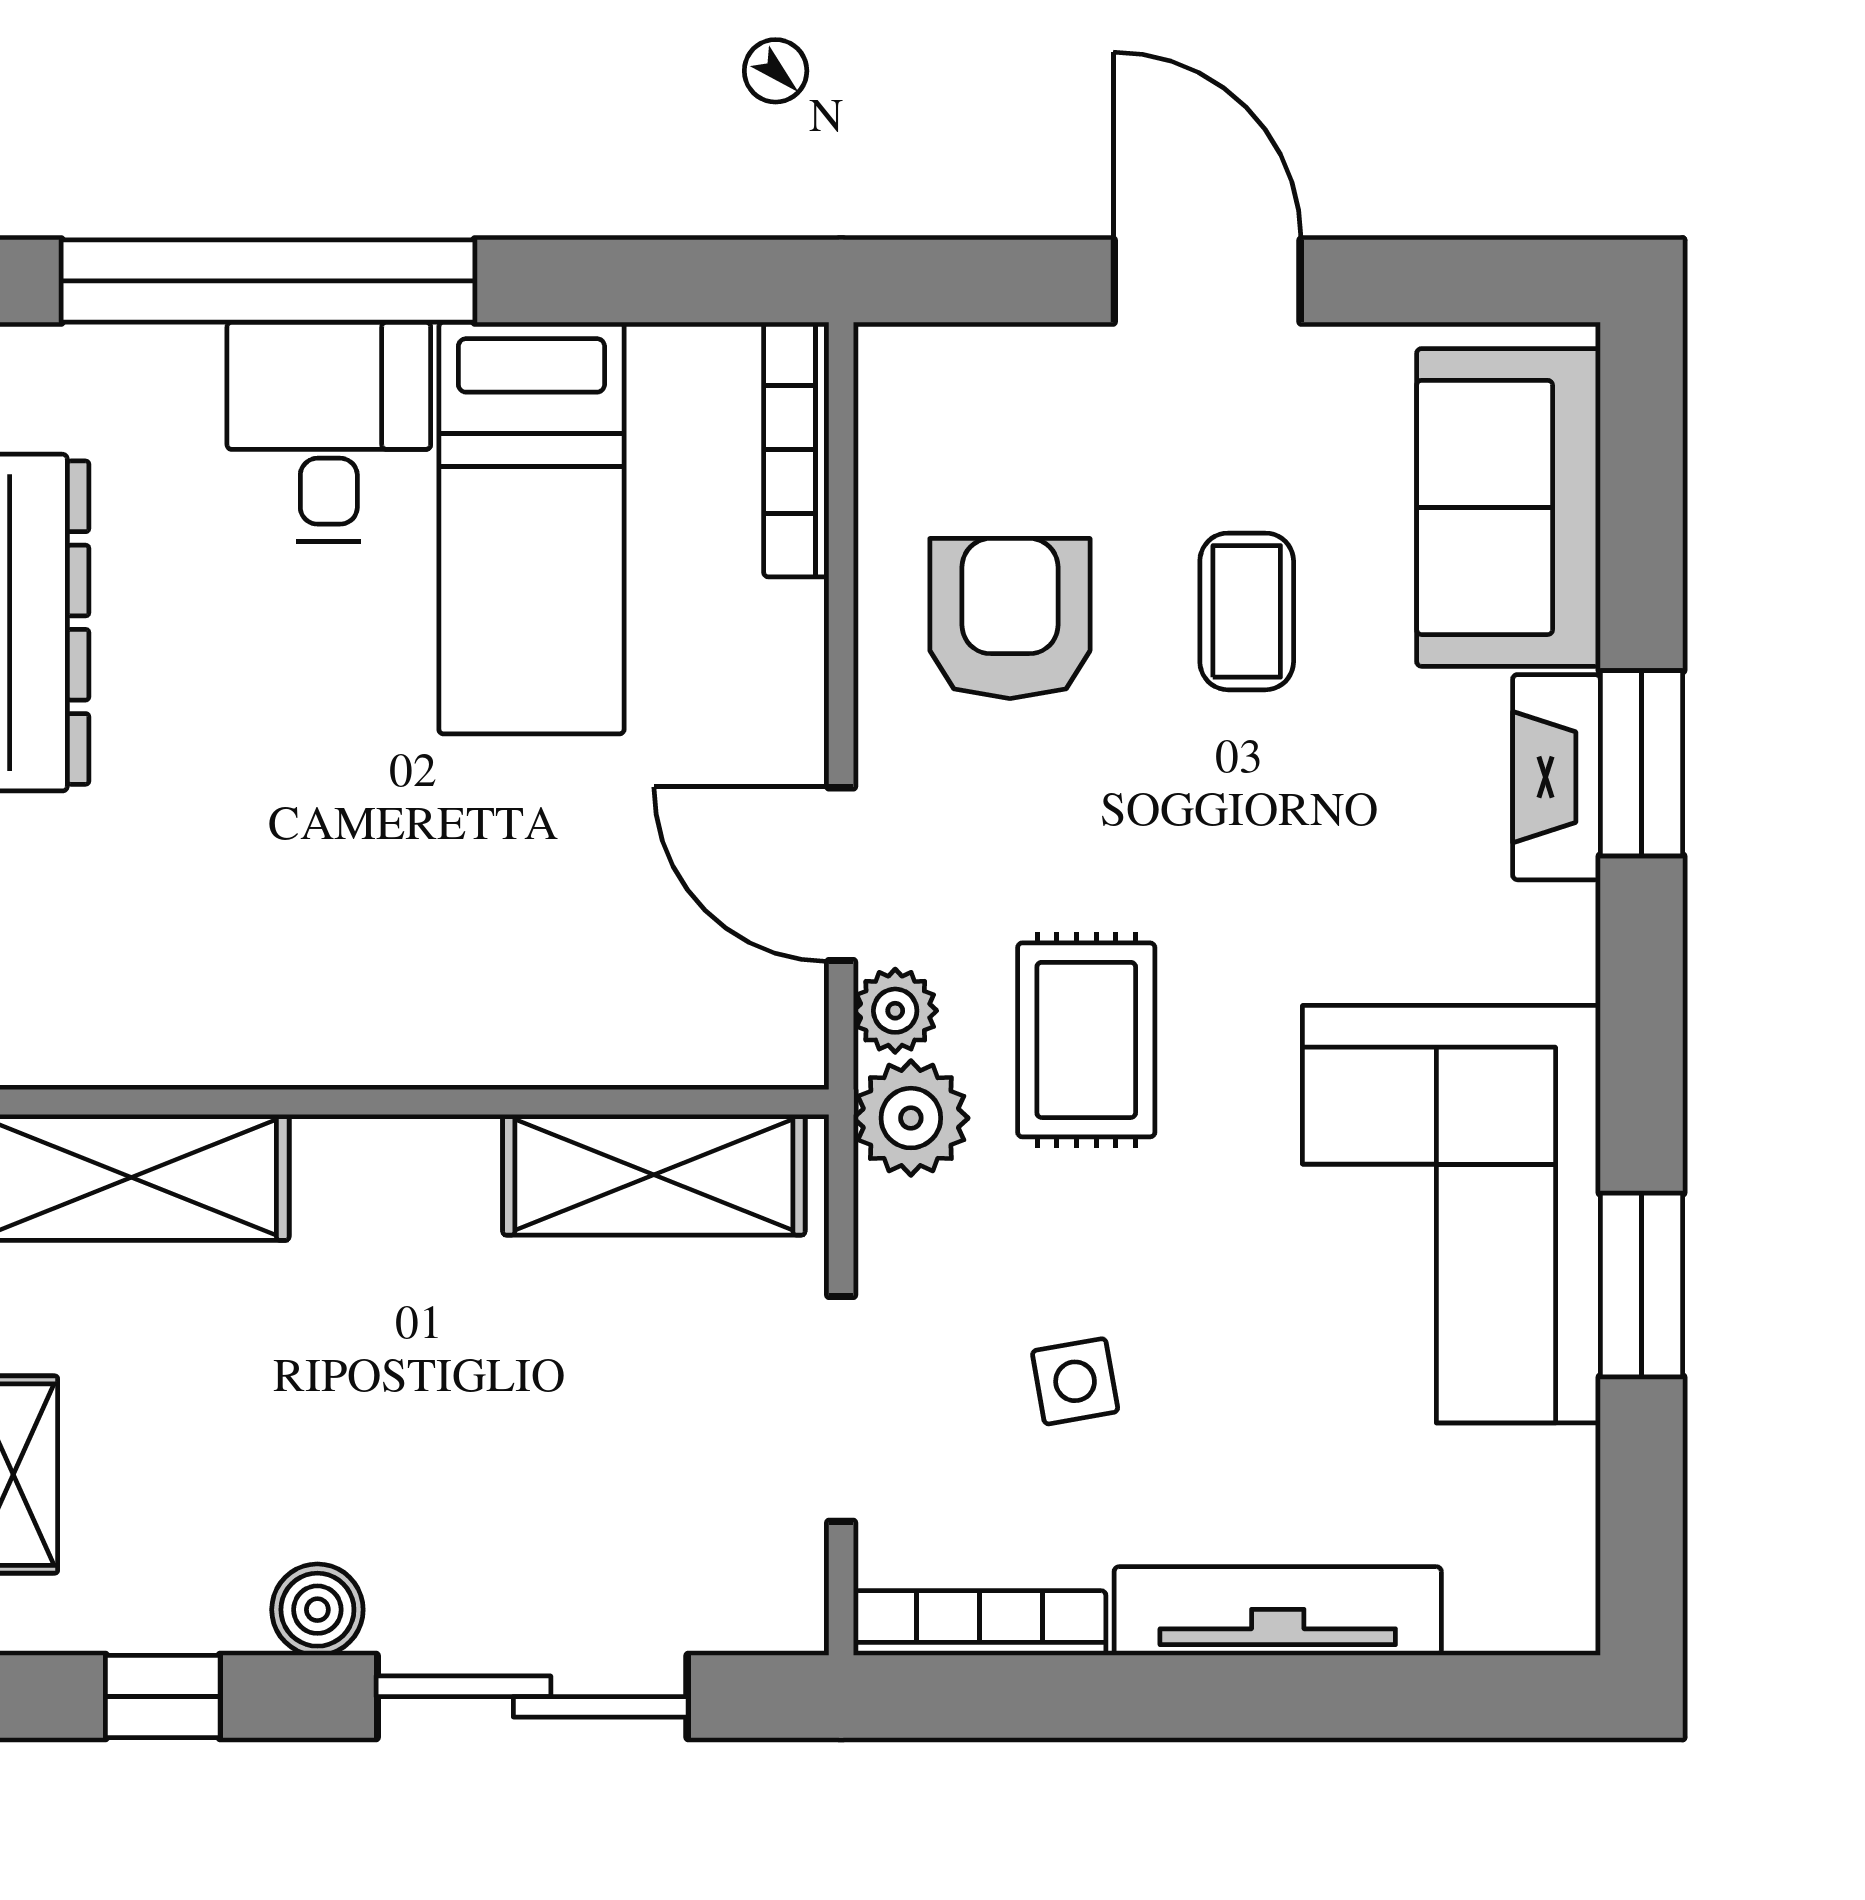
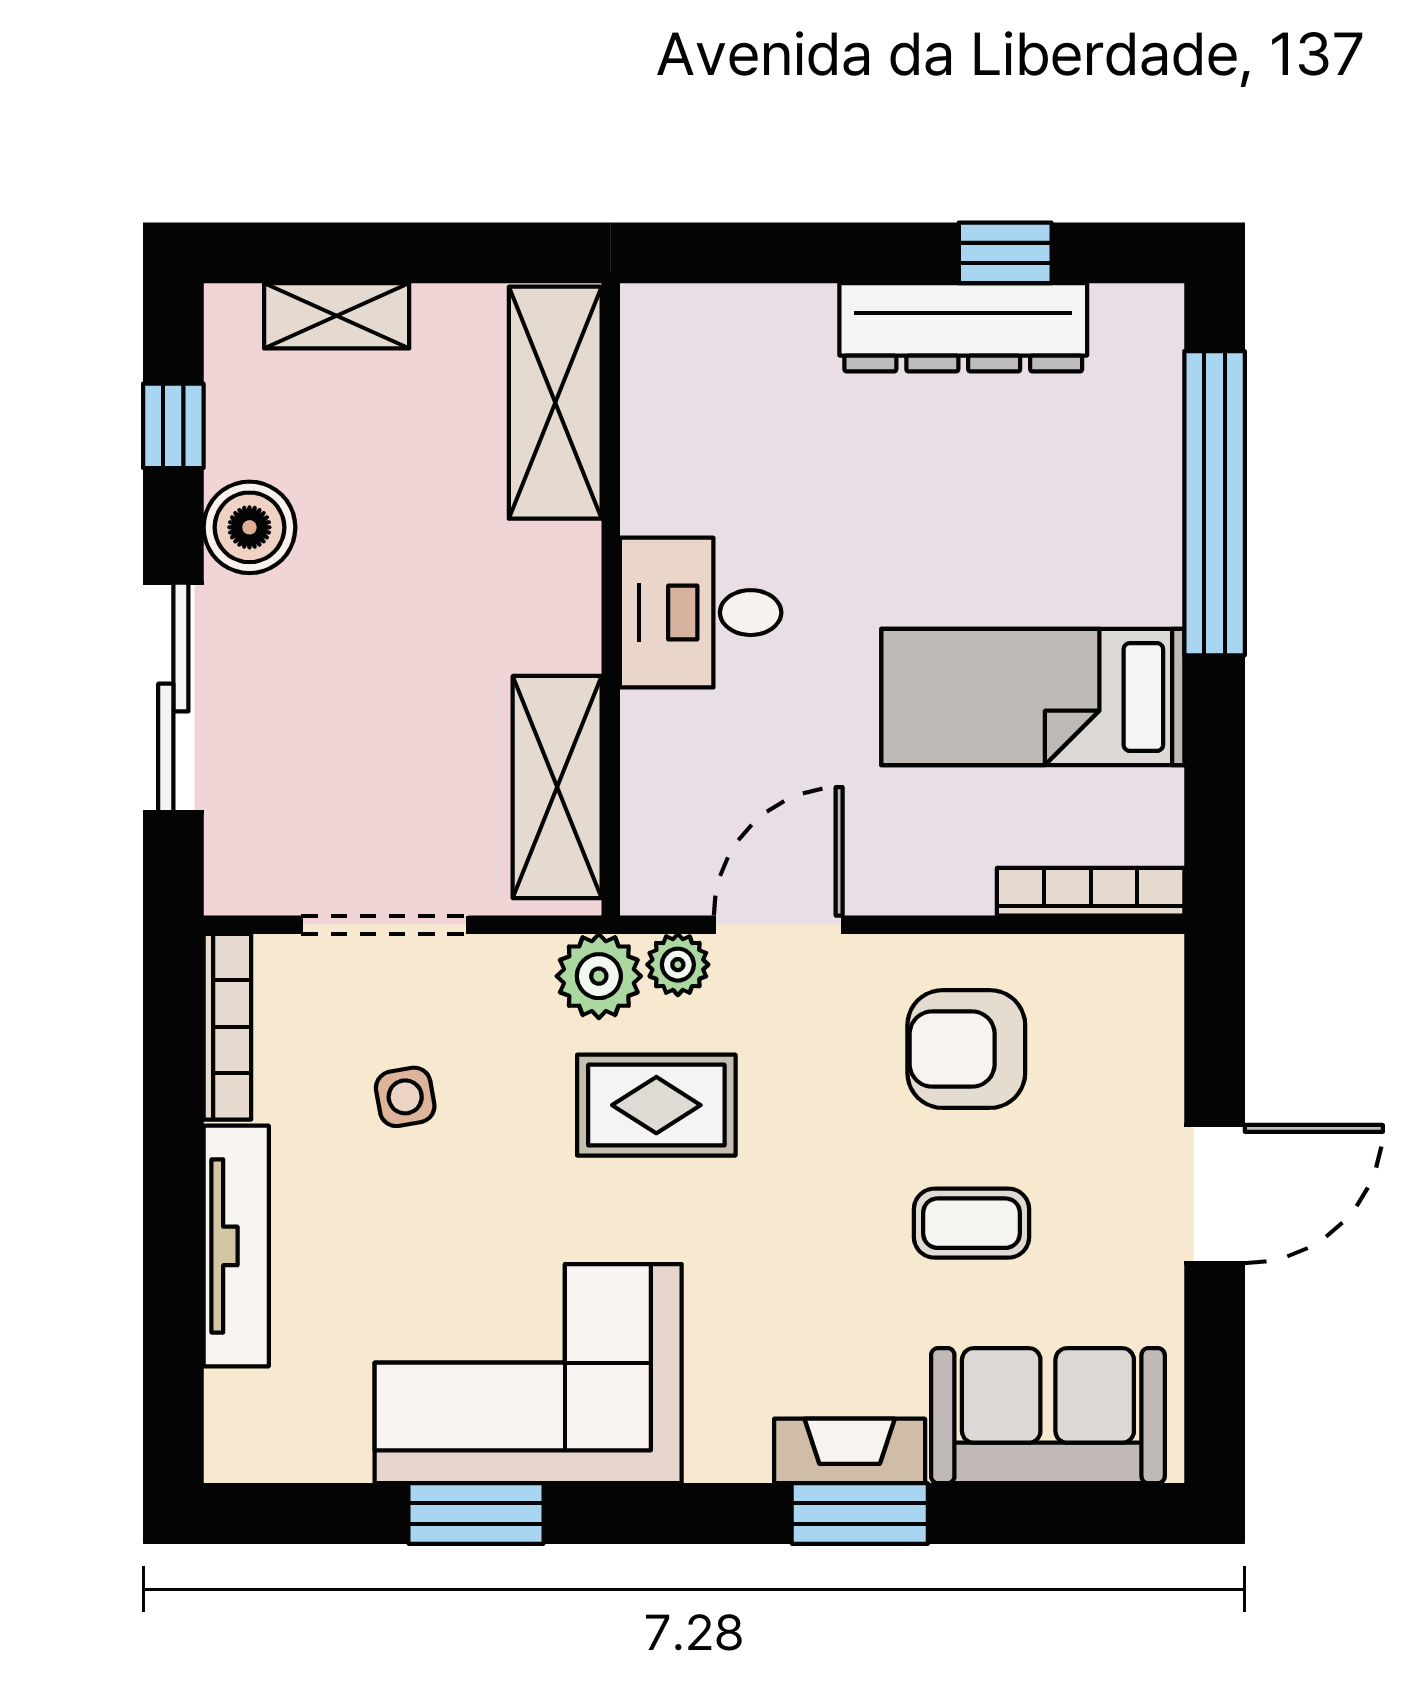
desk: (329, 432) -> (701, 613), moved, turned 180
armchair: (1010, 618) -> (966, 1049), turned 180
boiler: (317, 1610) -> (249, 527), width x1.36, depth x1.36

